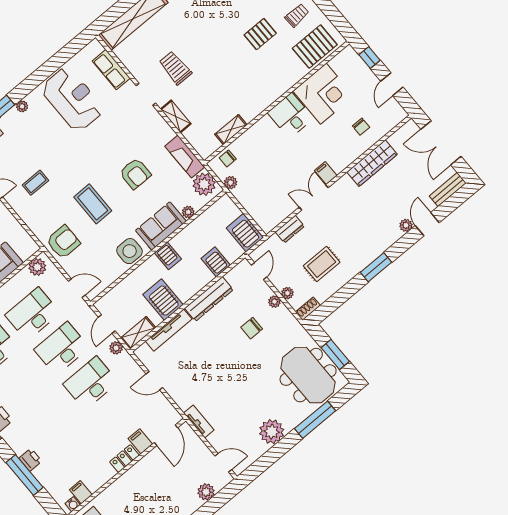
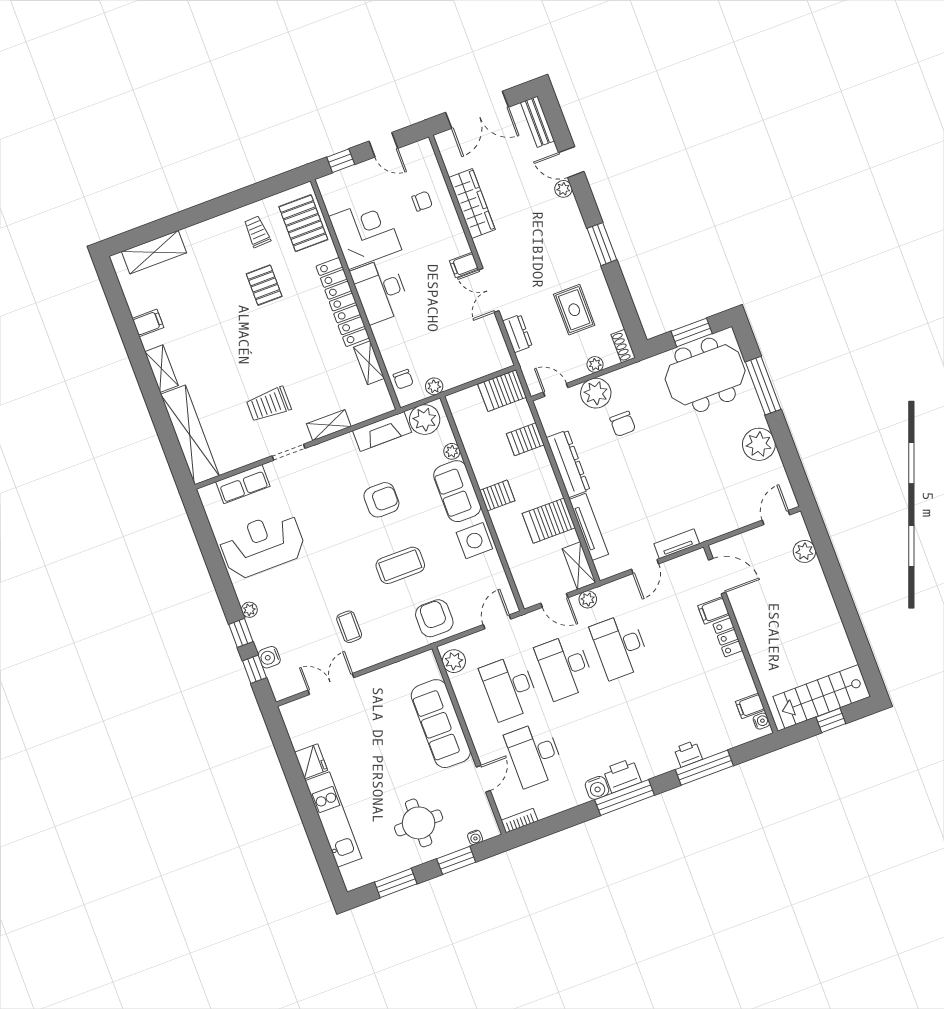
locker: (268, 95) -> (343, 302), added
desk: (290, 115) -> (380, 291), width x1.37
plant: (274, 302) -> (596, 393), width x1.87, depth x1.87
tv unit: (199, 421) -> (677, 544), moved

